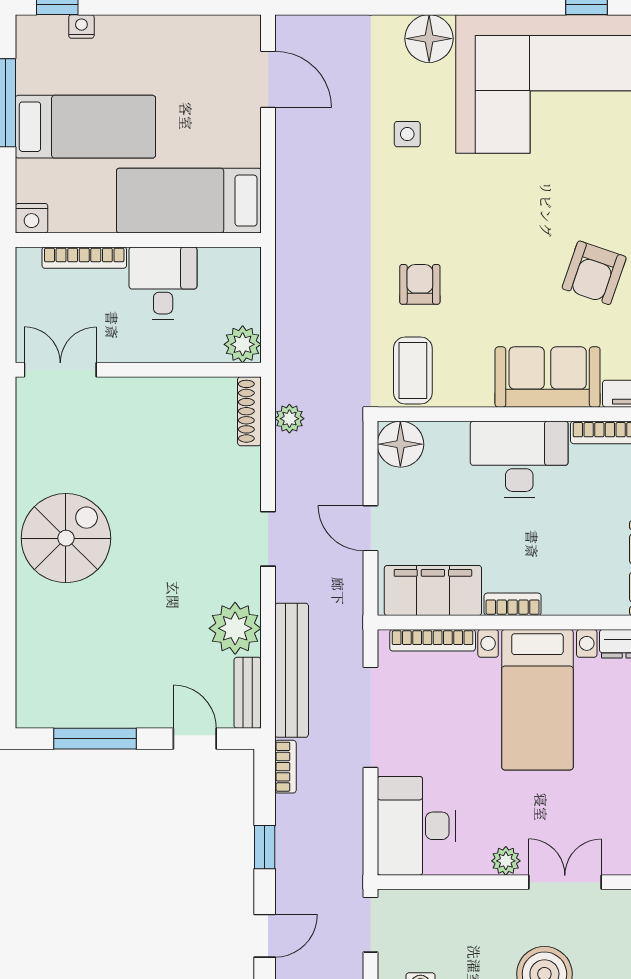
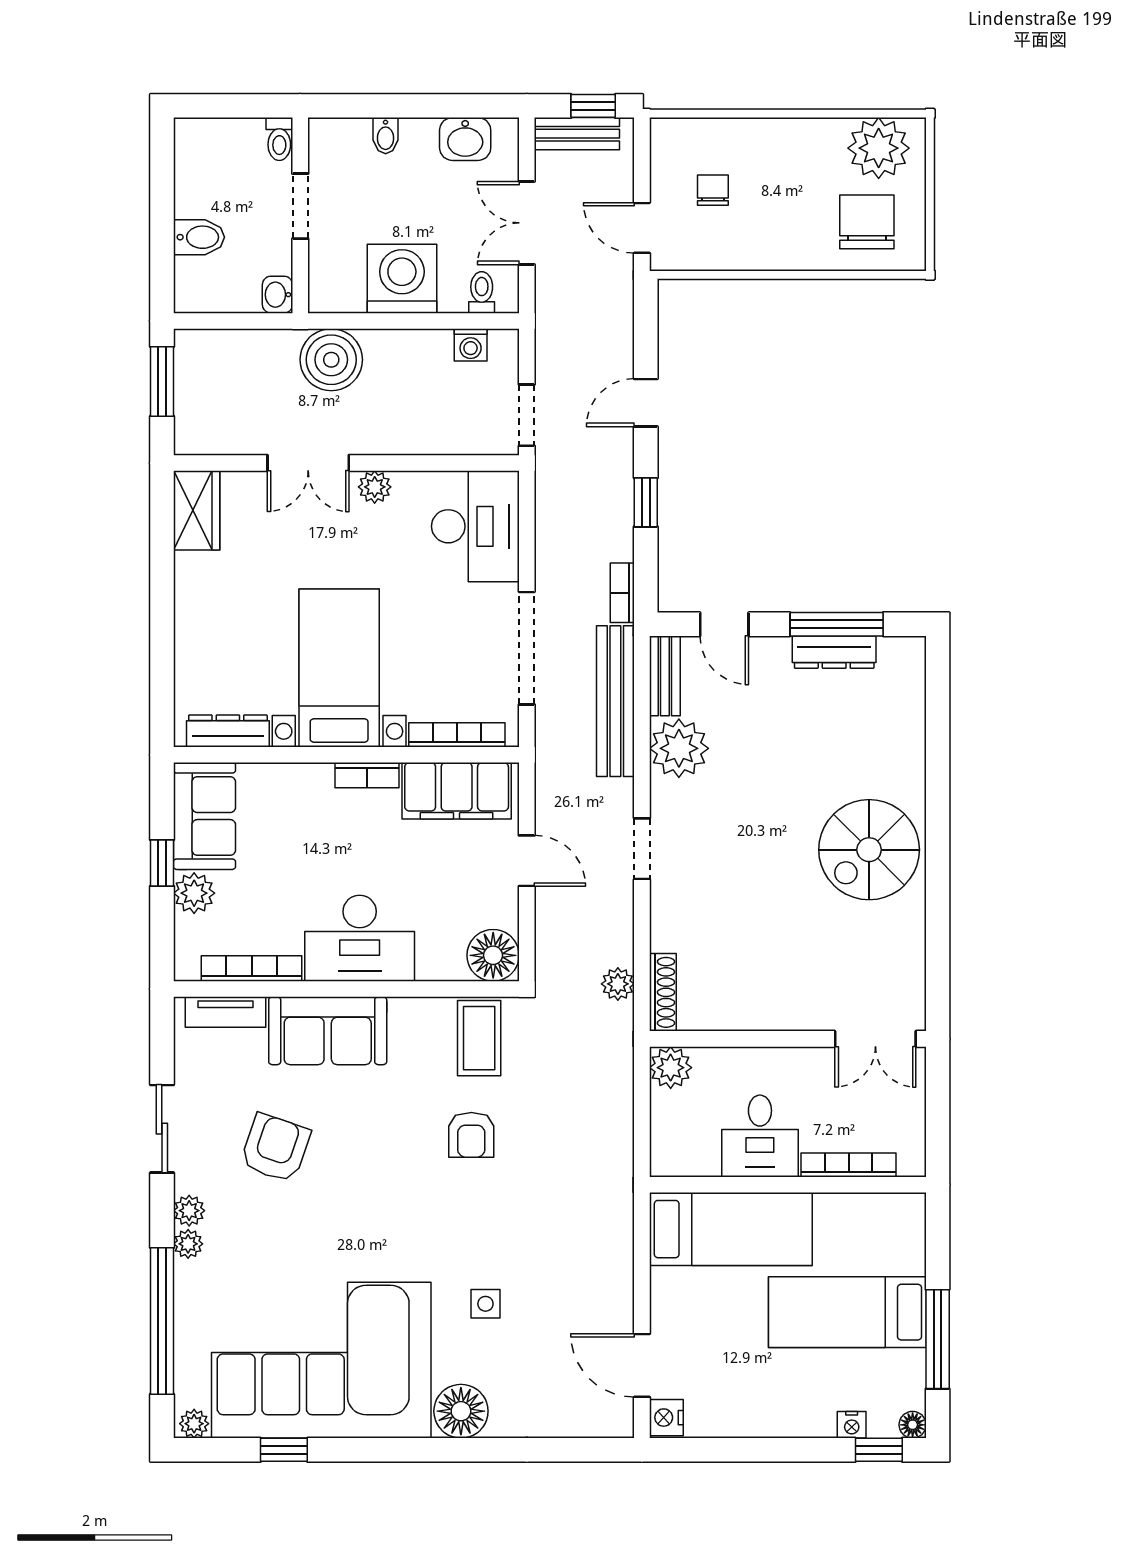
floor lamp: (27, 26) -> (913, 1425), added
nightstand: (32, 218) -> (666, 1418), moved, turned -90
dresser: (97, 714) -> (834, 652), added

